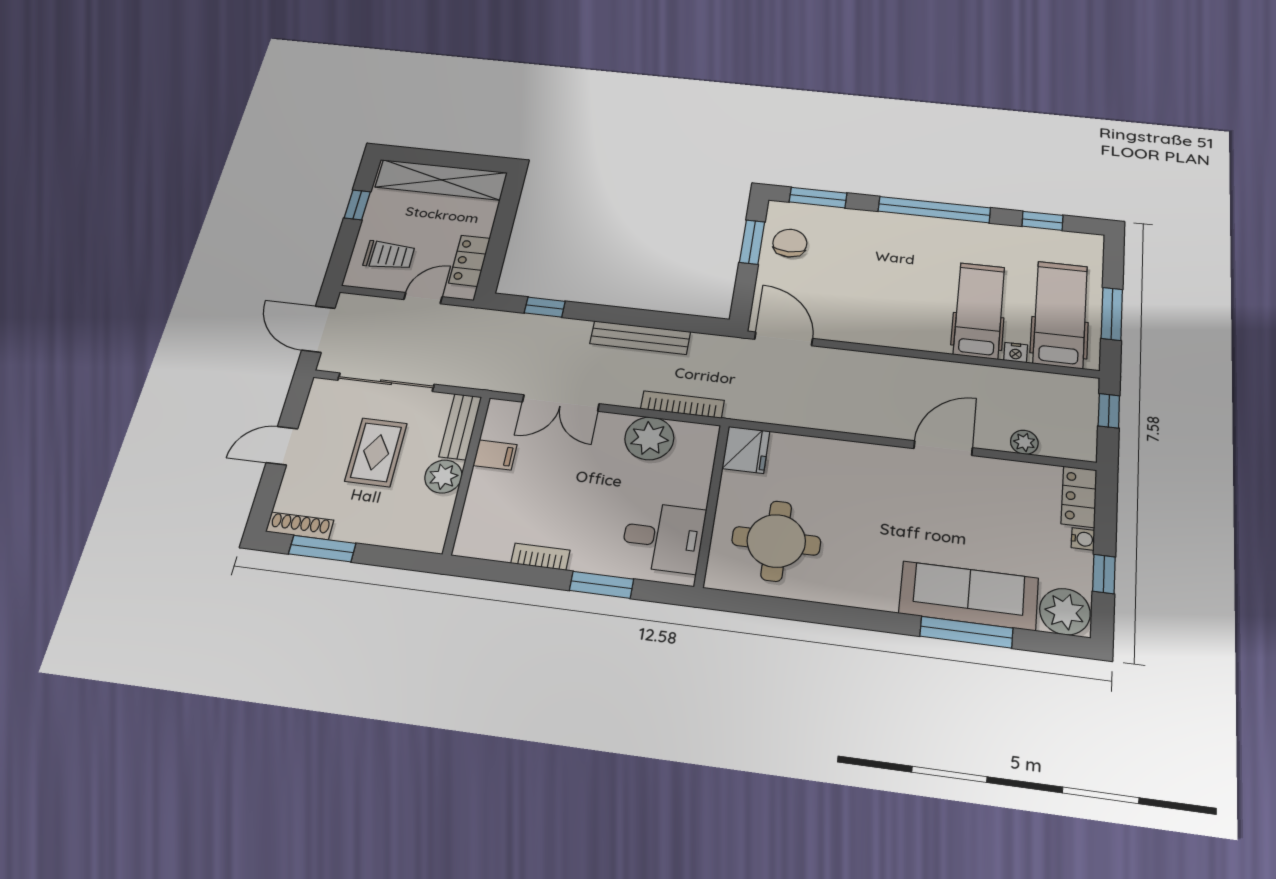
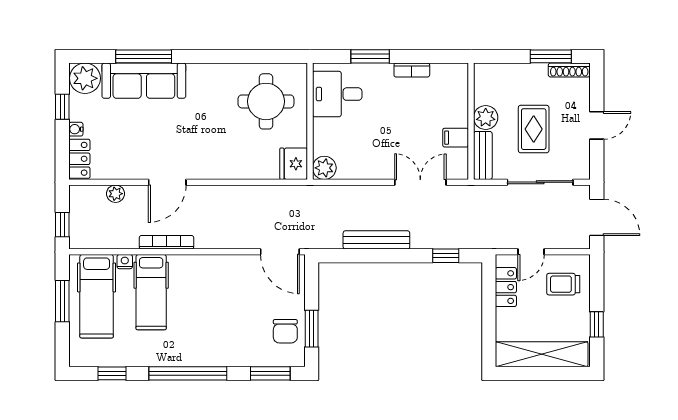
bookcase: (682, 405) -> (167, 242), moved, turned 180
plant: (649, 438) -> (324, 168), moved, width x0.73, depth x0.73

